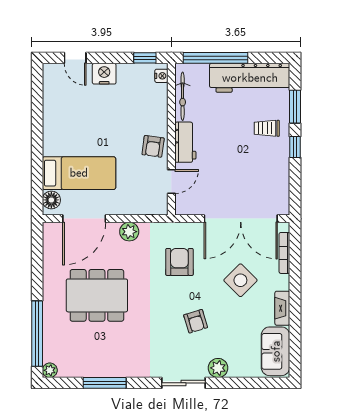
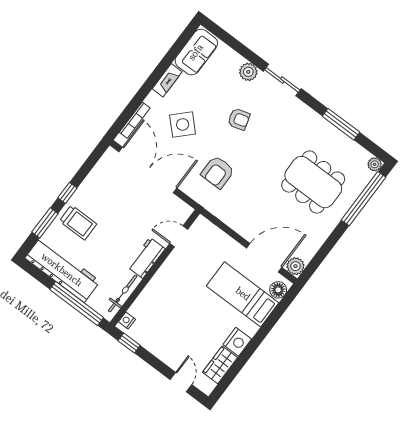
nightstand: (104, 74) -> (237, 342), moved, turned -90
wardrobe: (53, 98) -> (220, 365), added
trolley: (267, 128) -> (78, 223), width x1.36, depth x1.39
armchair: (153, 146) -> (173, 273), removed
plant: (129, 232) -> (295, 266), moved
dining table: (97, 295) -> (313, 182), moved
armchair: (196, 321) -> (239, 119), turned 91

